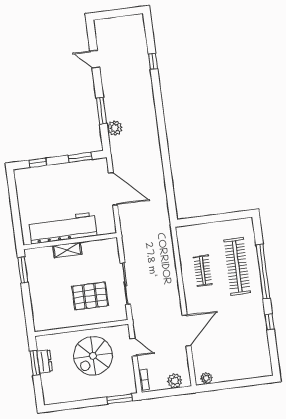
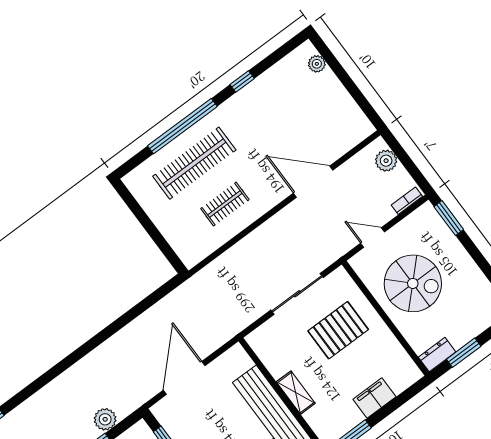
filing cabinet: (38, 295) -> (374, 398), added
pallet: (90, 296) -> (338, 330), turned 90
door: (134, 347) -> (373, 238), hinge flipped
dresser: (45, 361) -> (437, 355), moved
plant: (206, 378) -> (317, 64), moved

